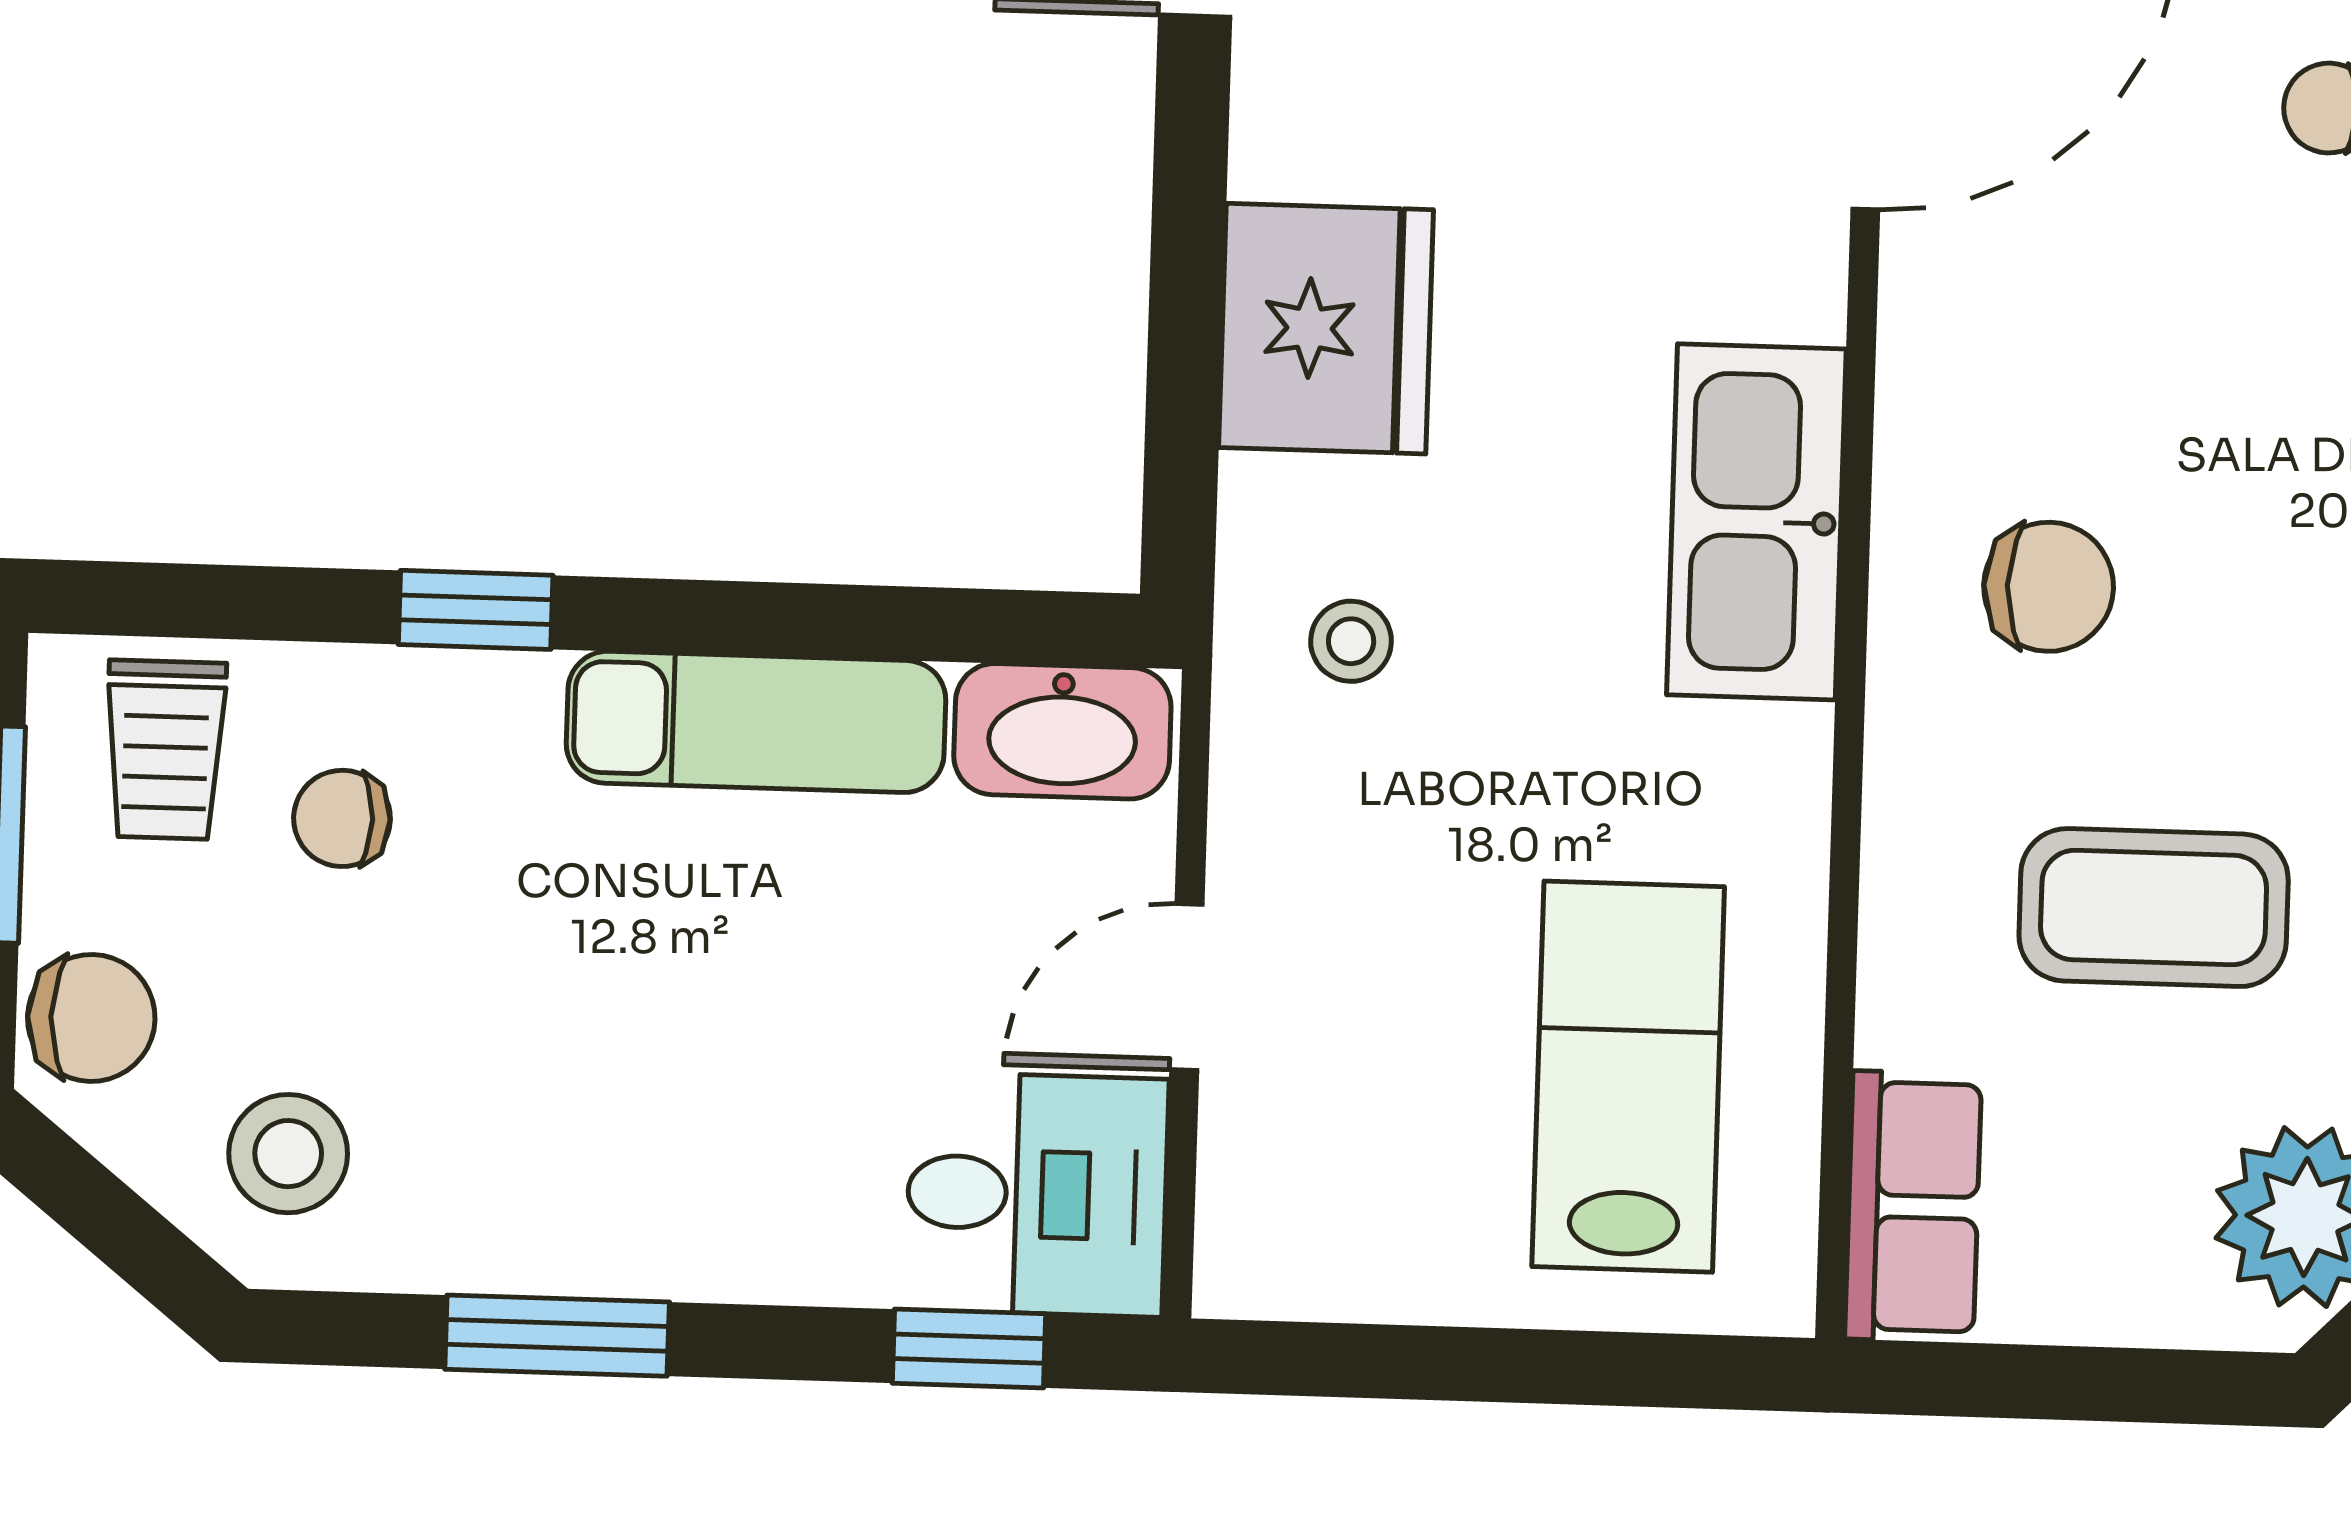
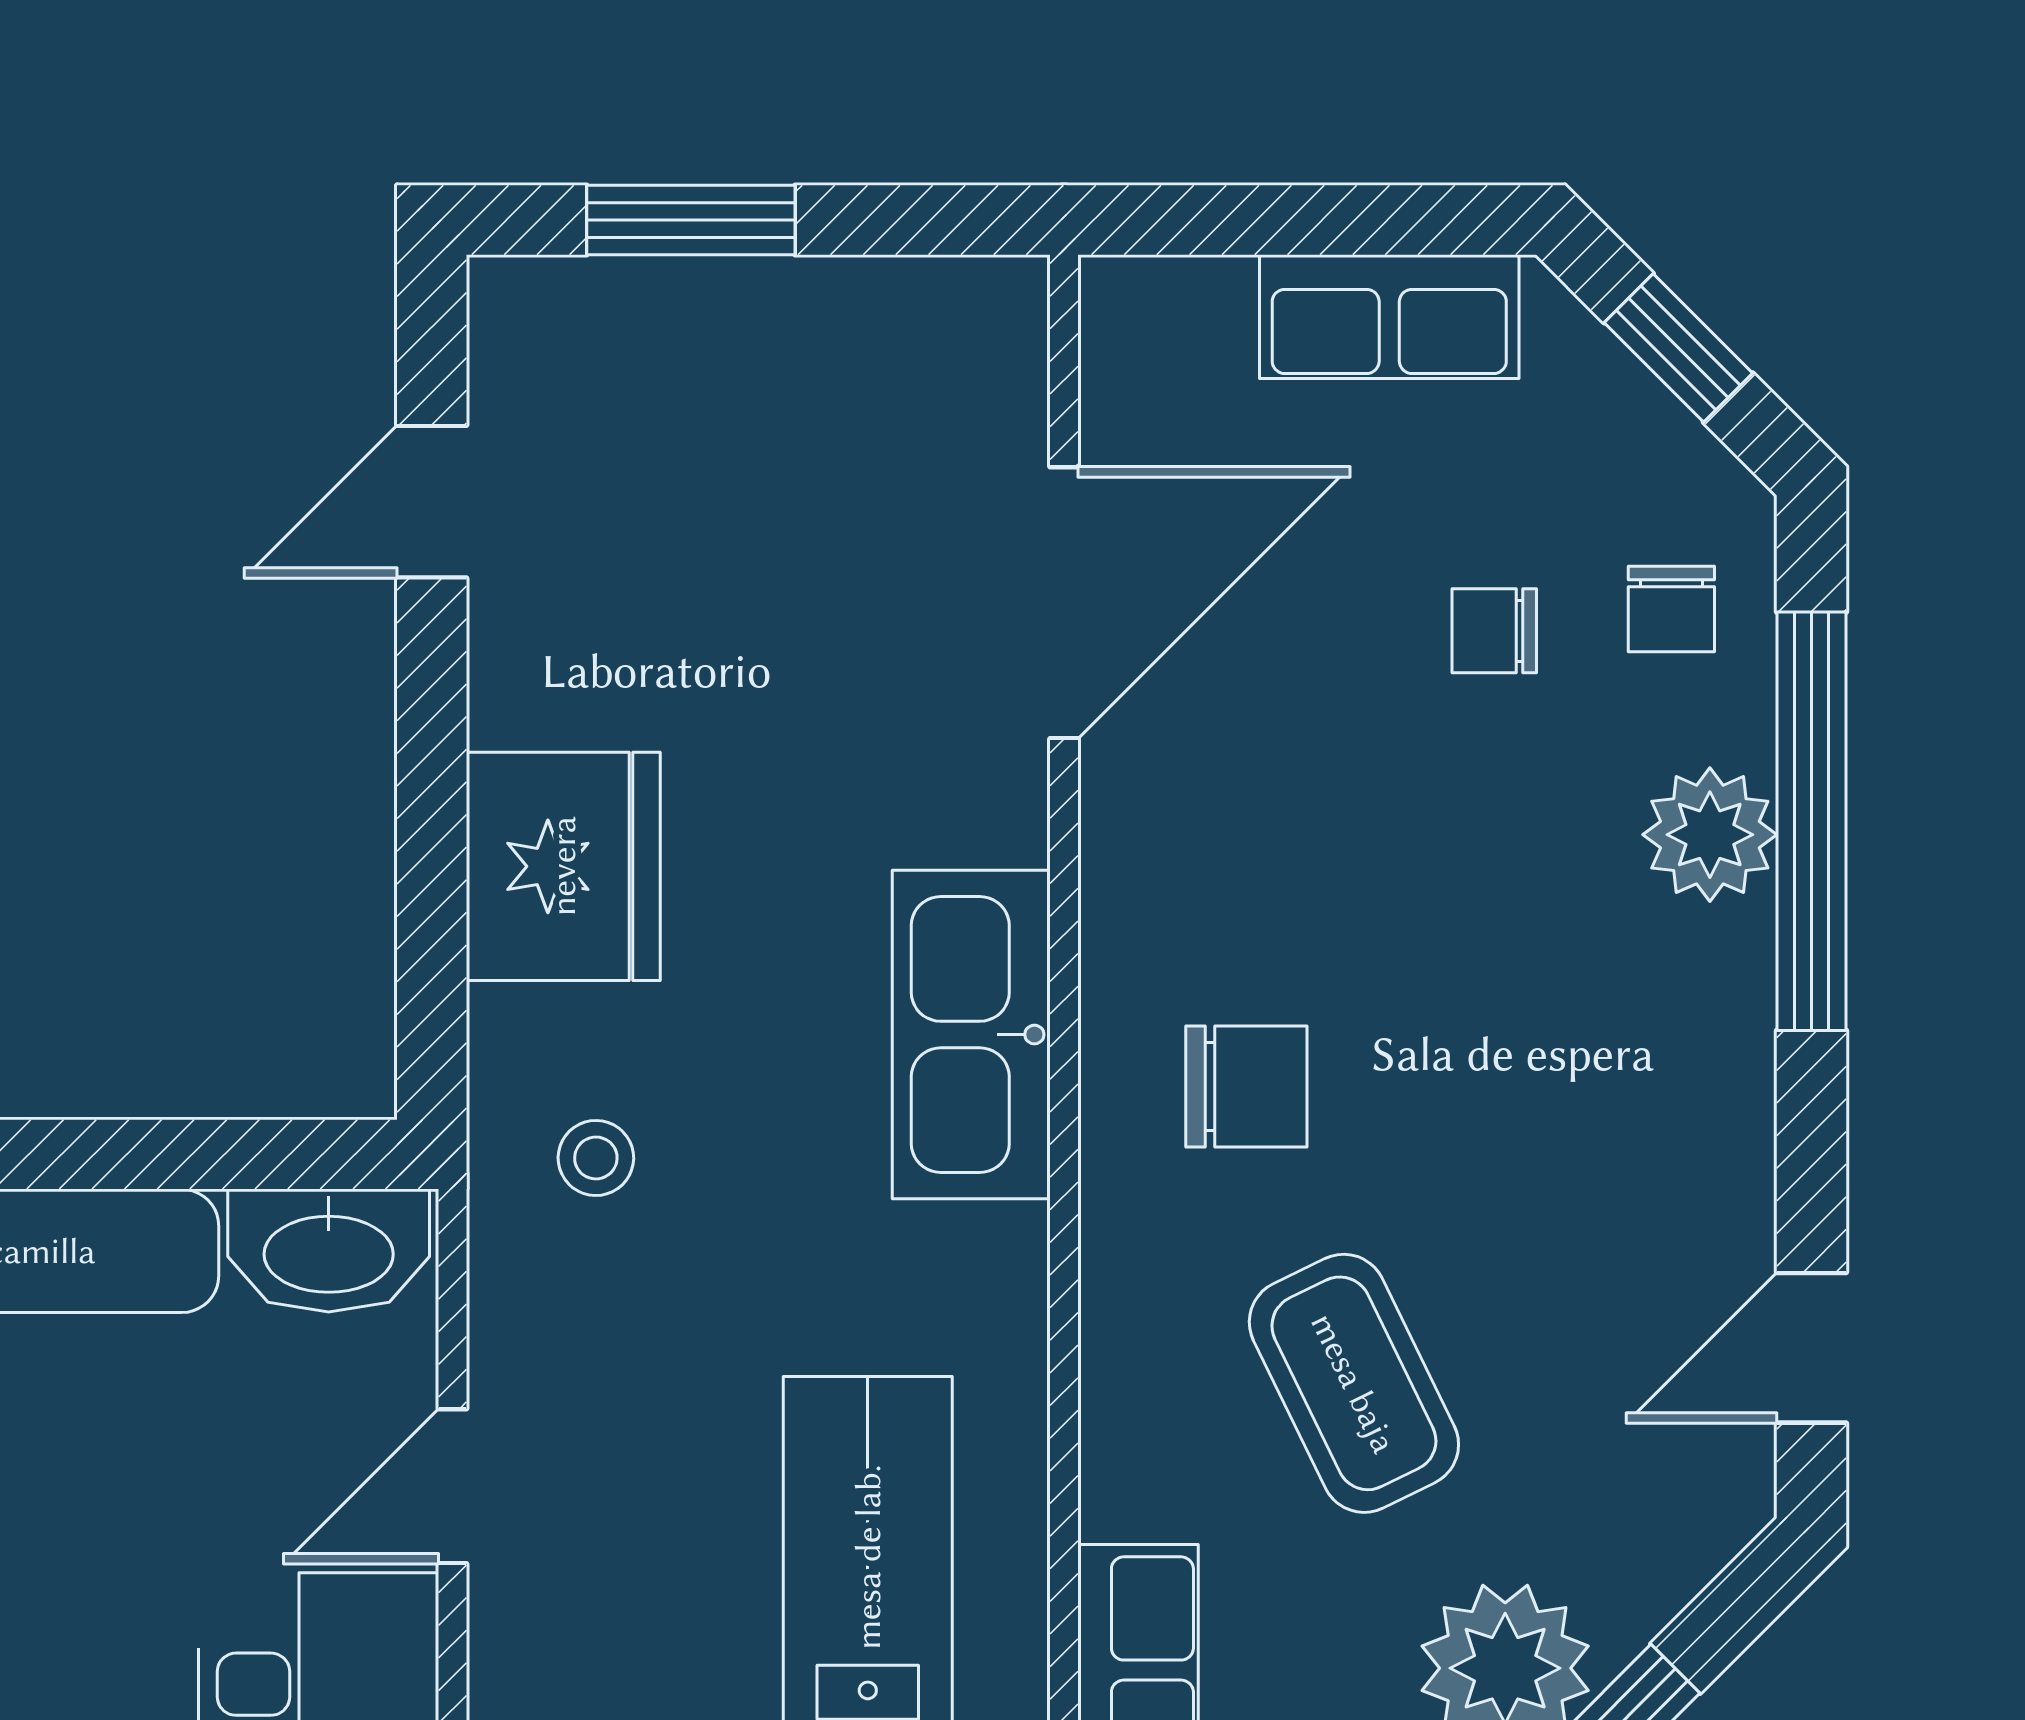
coffee table: (2154, 908) -> (1354, 1383), turned 64

